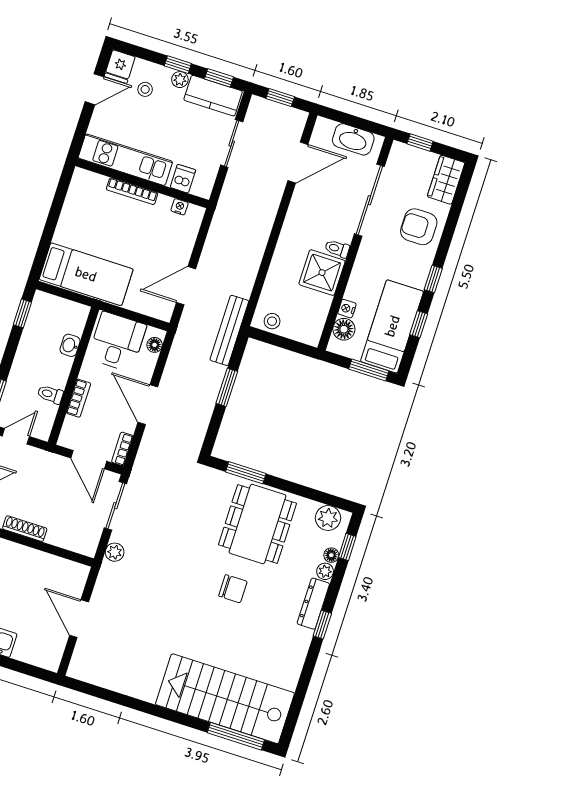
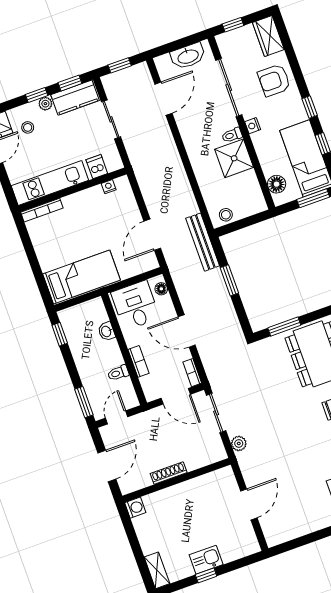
bookcase: (132, 191) -> (42, 210), moved
nightstand: (347, 309) -> (253, 126), moved
door: (79, 619) -> (249, 504), swing flipped

